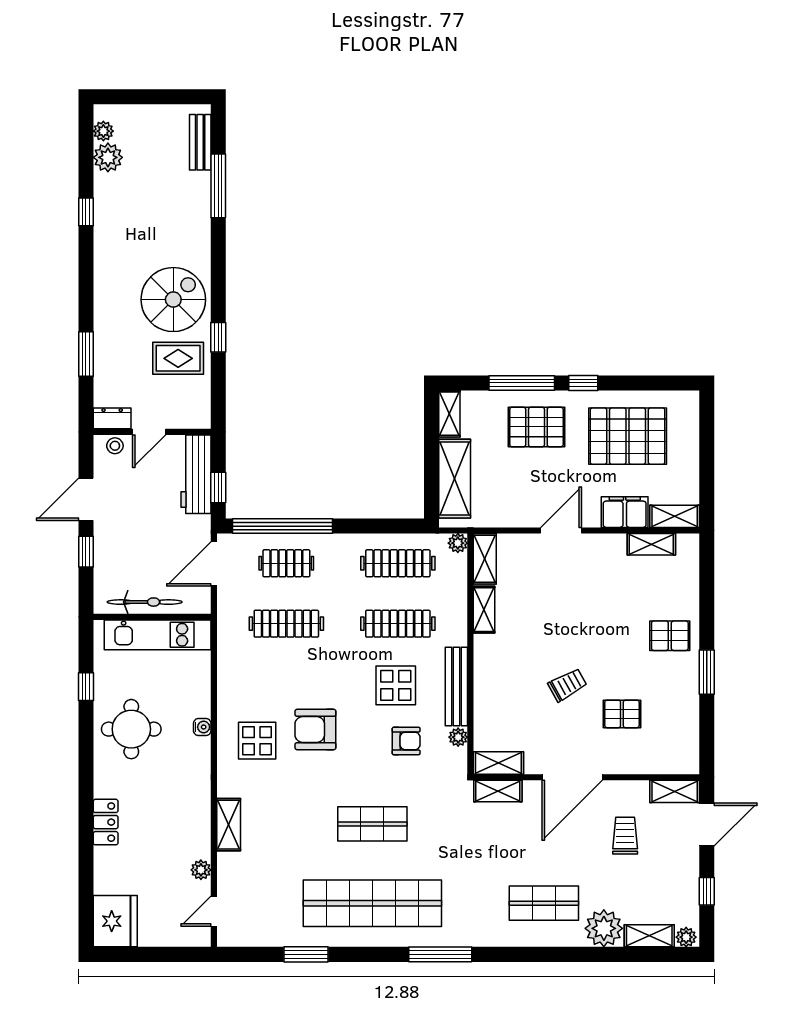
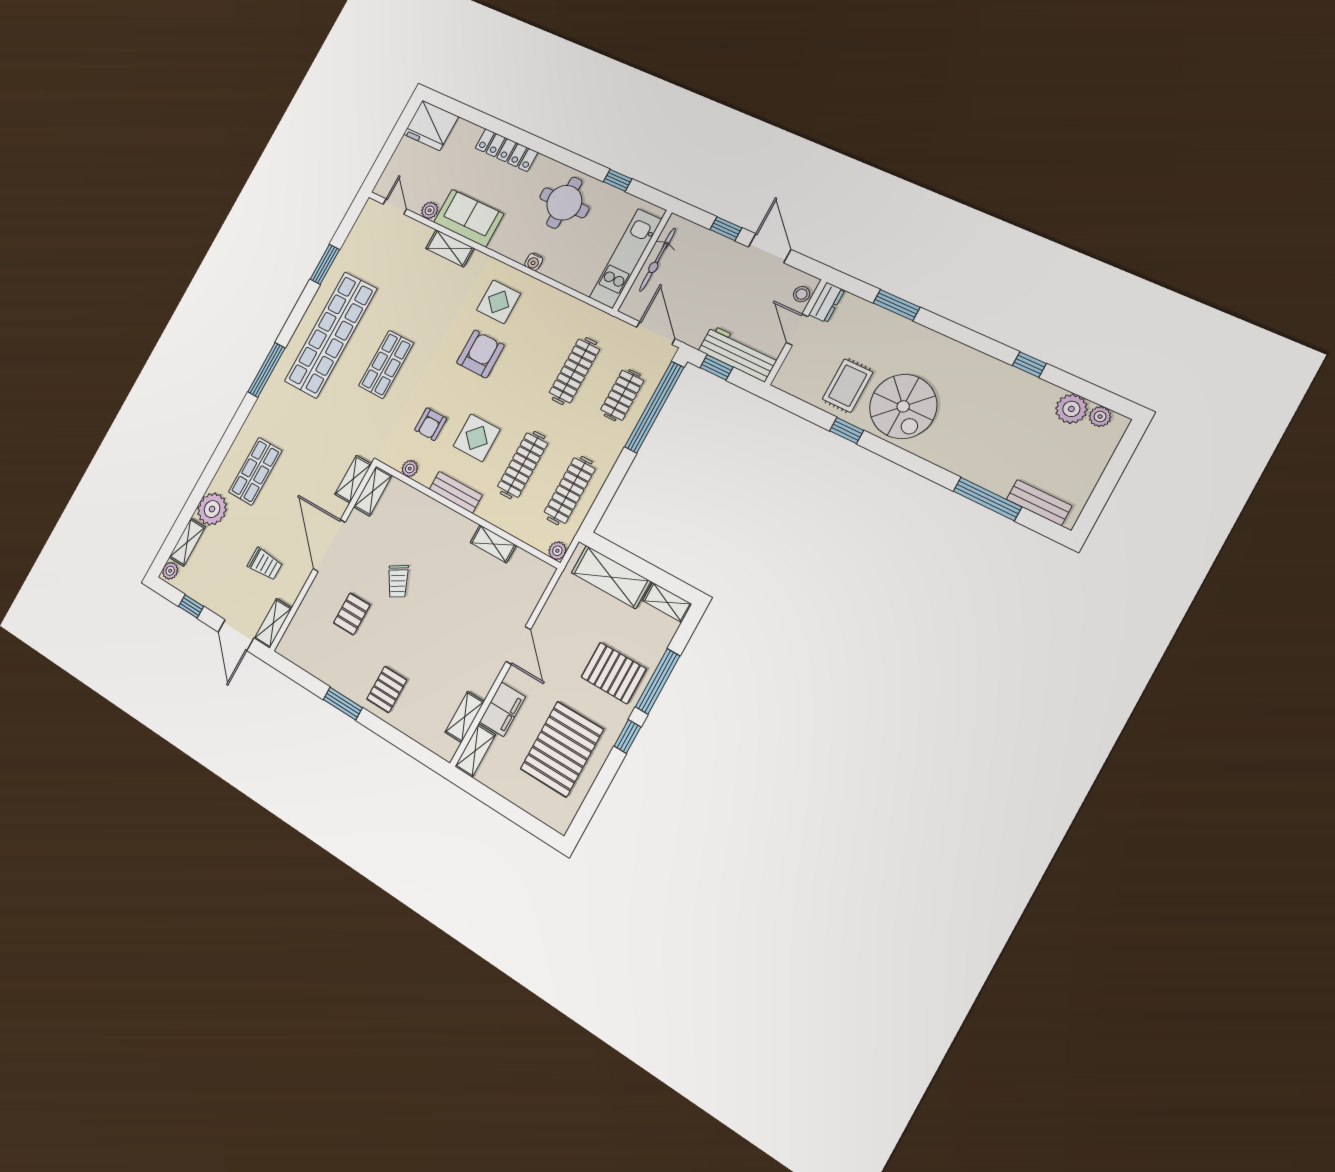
pallet: (536, 427) -> (614, 673), turned 90
shelving: (485, 559) -> (532, 567), removed
bench: (456, 687) -> (456, 492), width x0.73
locker: (106, 822) -> (506, 150), width x1.53
sofa: (190, 822) -> (469, 218), added

